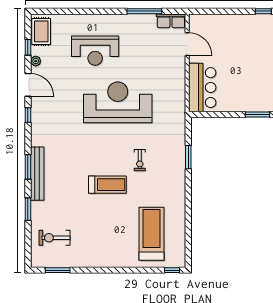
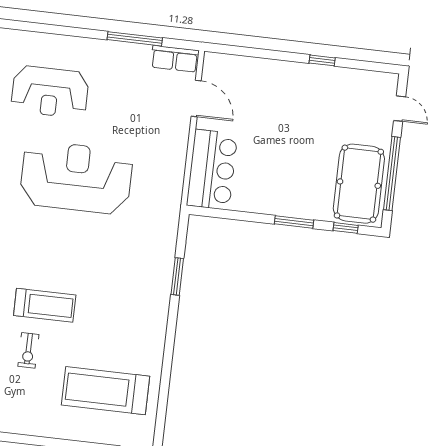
exercise bike: (140, 160) -> (28, 350), moved
treadmill: (152, 234) -> (105, 391), turned -90

